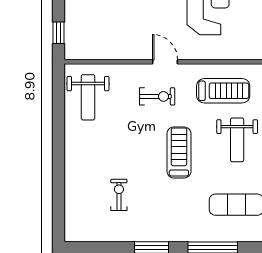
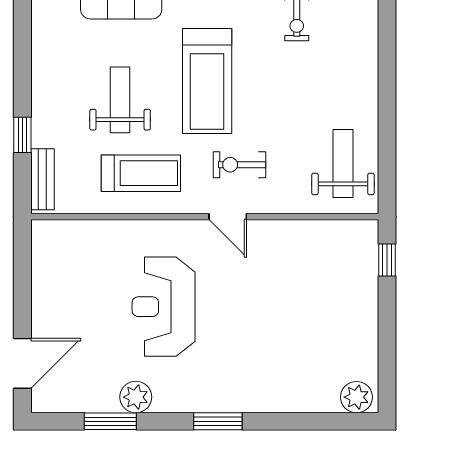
treadmill: (223, 91) -> (141, 173), turned 180
treadmill: (179, 152) -> (207, 81), width x1.37, depth x1.38

